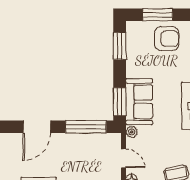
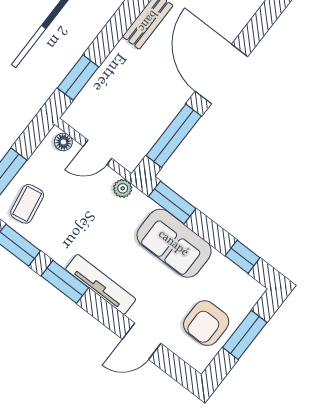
window: (120, 46) -> (243, 257), width x0.67
sofa: (139, 102) -> (174, 243), moved
door: (37, 127) -> (221, 74), width x1.36

